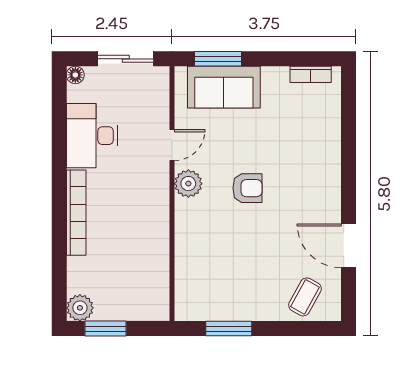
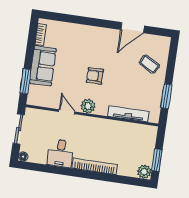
sofa: (224, 87) -> (43, 66), moved
desk: (92, 136) -> (60, 153), width x0.73
armchair: (247, 188) -> (95, 76), turned -90
tv unit: (185, 262) -> (128, 114), added
coffee table: (305, 297) -> (149, 64), moved

